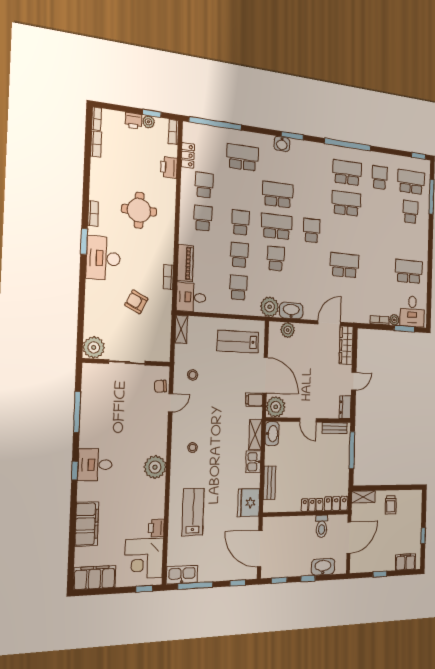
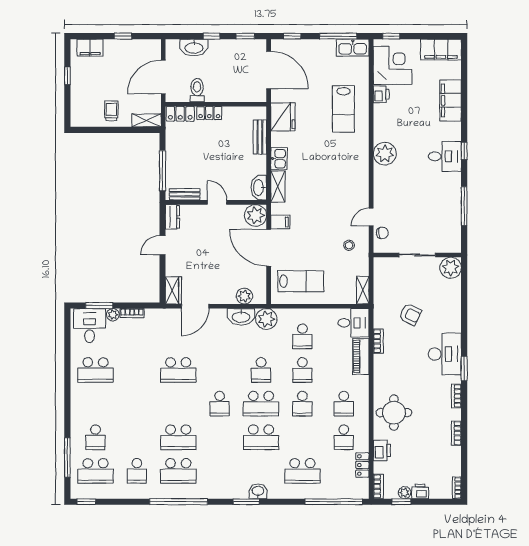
bookcase: (96, 144) -> (456, 433), moved
round table: (139, 210) -> (394, 413), moved
wardrobe: (346, 345) -> (173, 290), width x0.67
stool: (193, 448) -> (346, 173), removed

